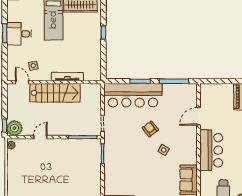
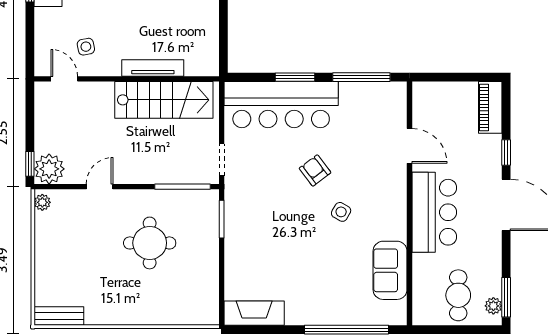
stairs: (55, 93) -> (164, 100), moved
door: (199, 116) -> (409, 146), swing flipped
round table: (66, 166) -> (150, 243), added

